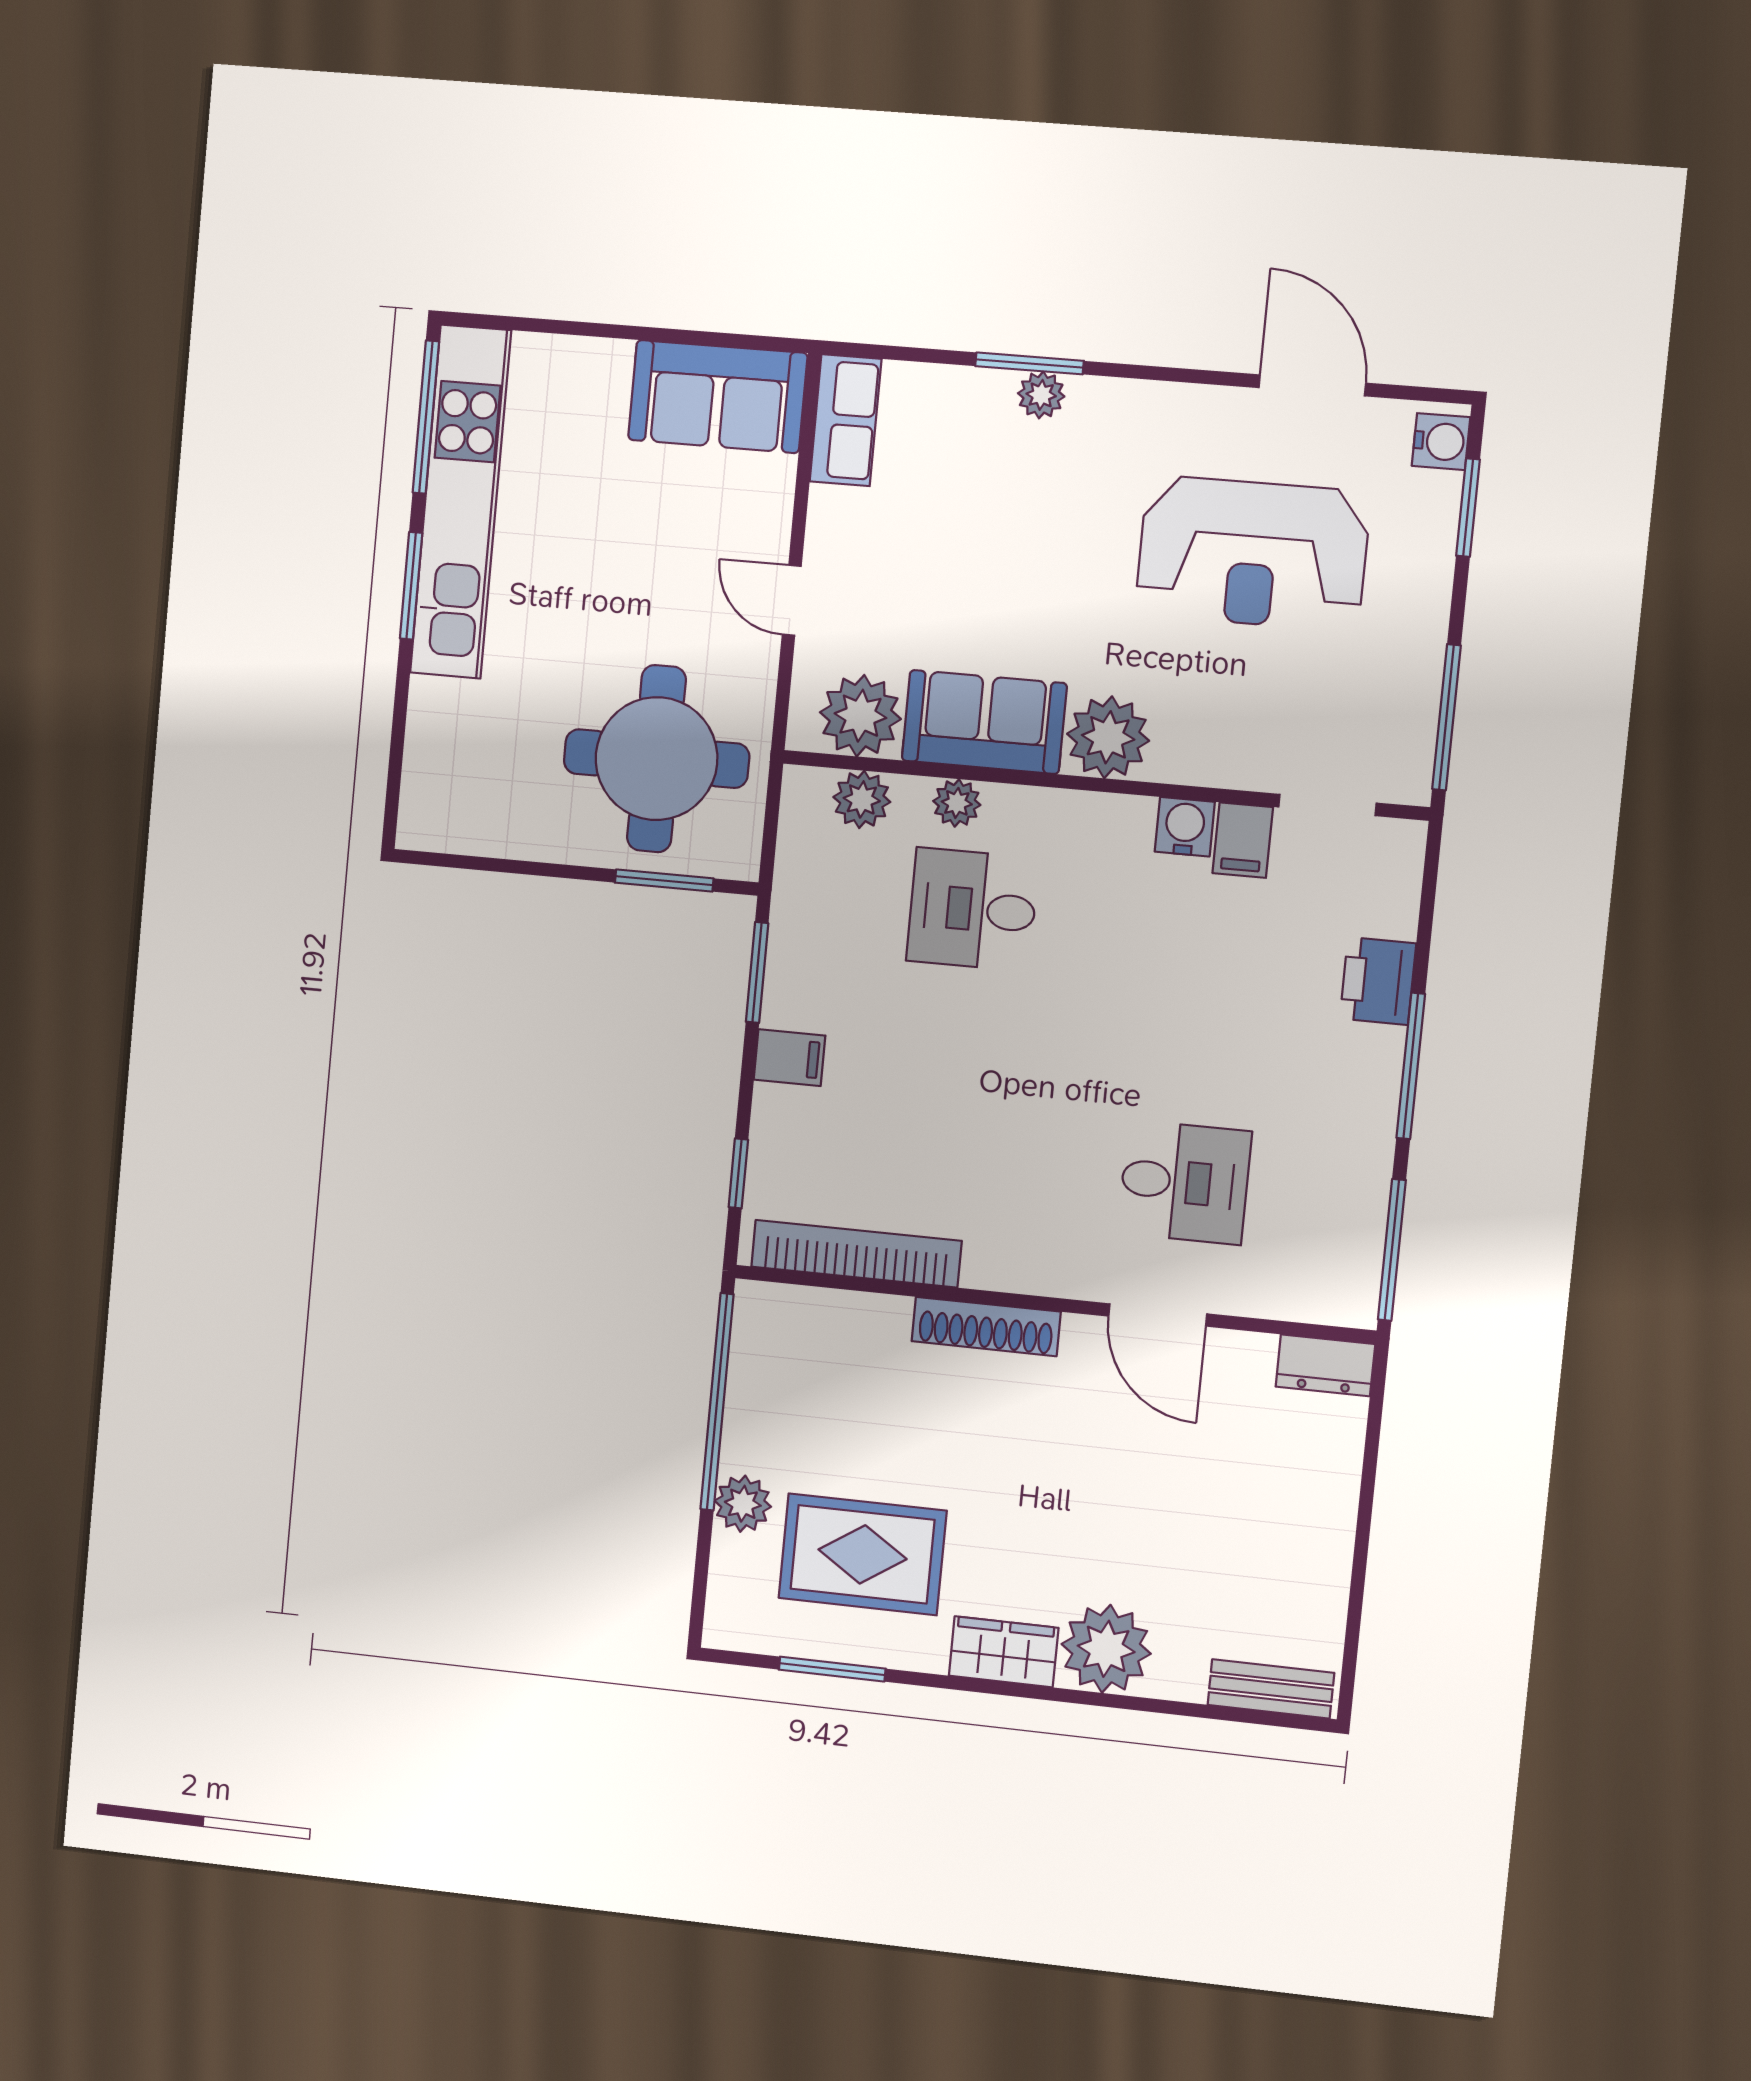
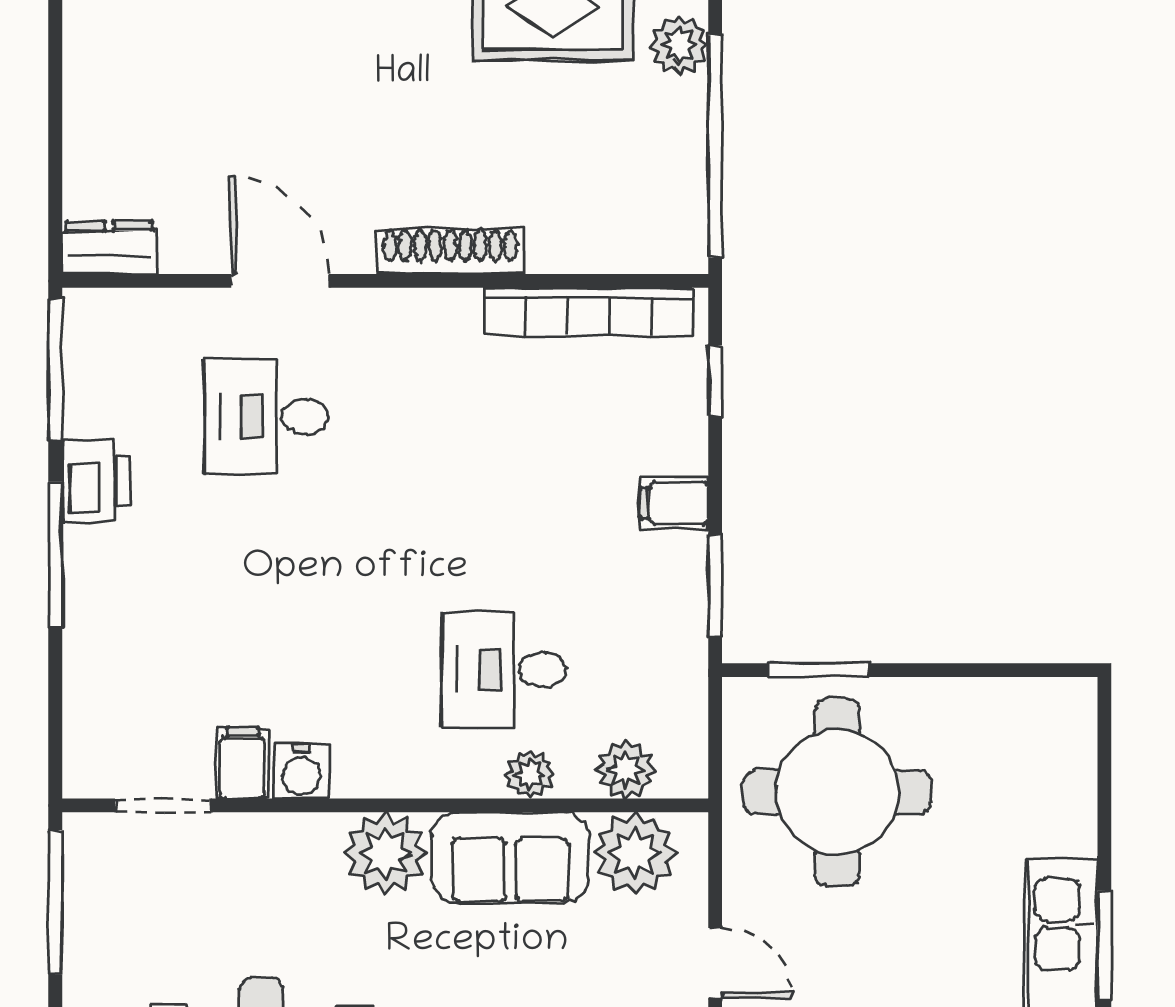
desk: (973, 909) -> (504, 670), turned 180
printer: (1378, 981) -> (96, 481), moved

